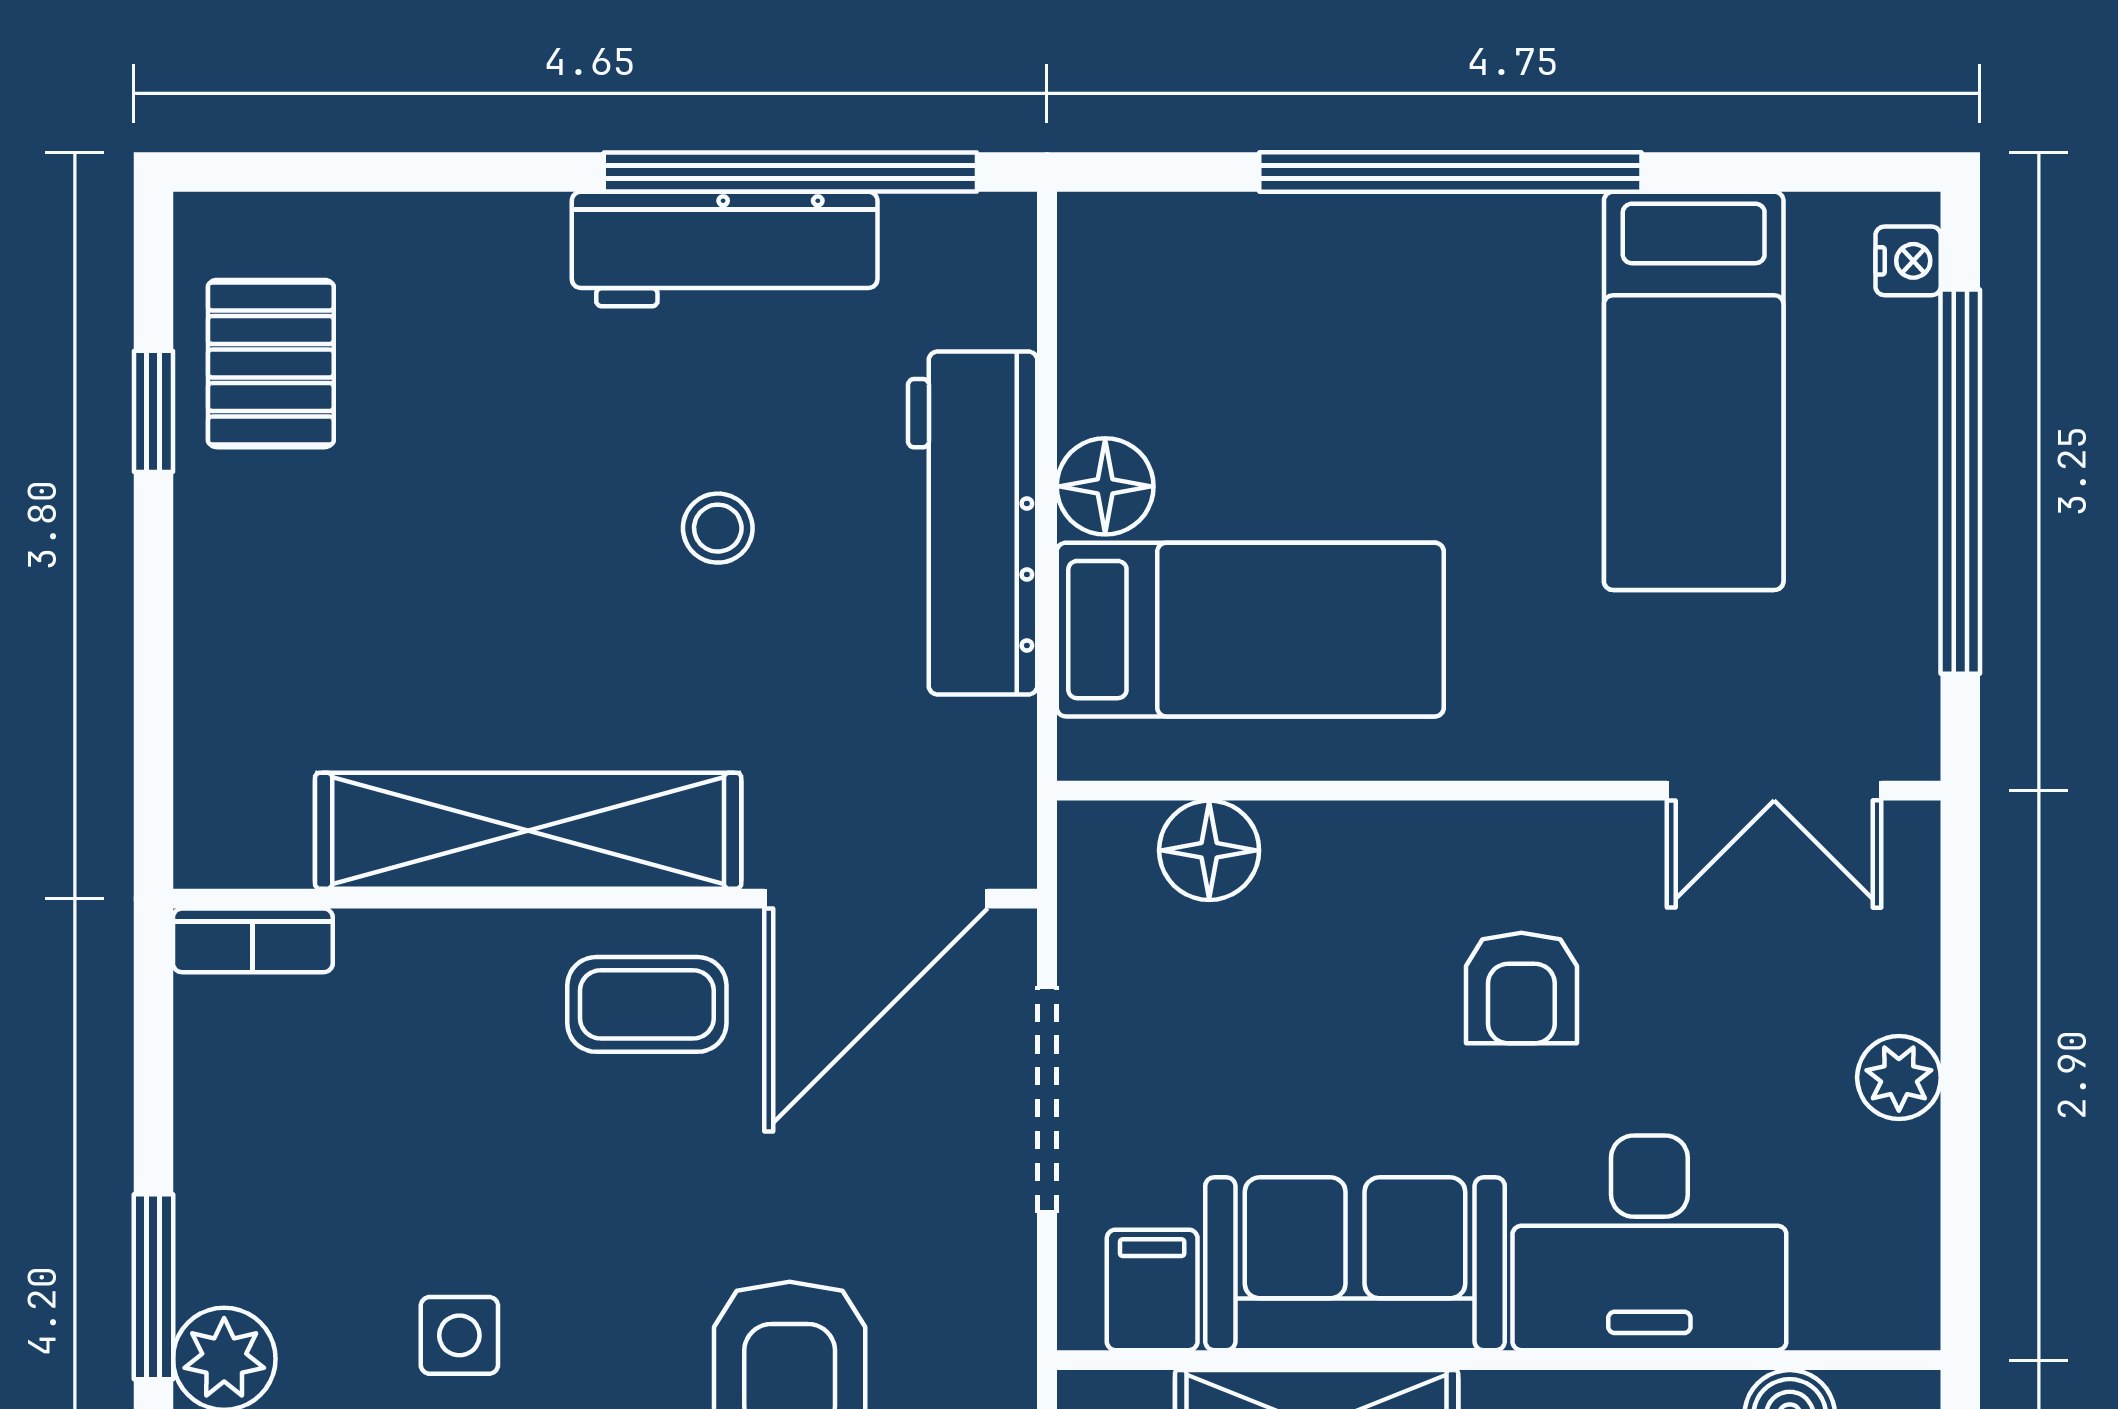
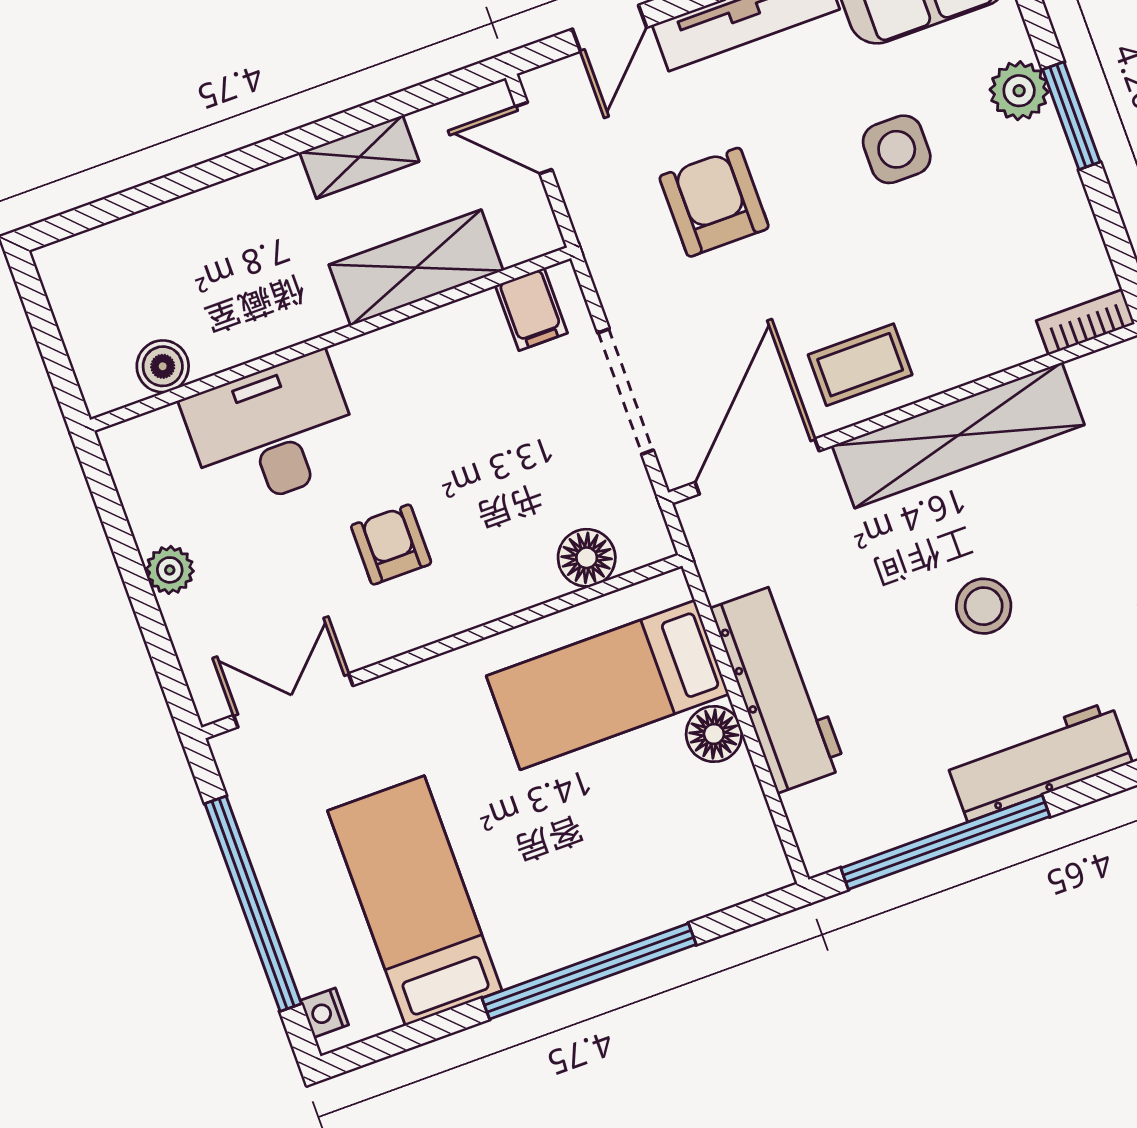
workbench: (725, 249) -> (1039, 761), moved
stool: (718, 528) -> (984, 606), moved, width x1.37, depth x1.37
sofa: (1355, 1264) -> (427, 363), removed
side table: (459, 1335) -> (897, 149), width x1.37, depth x1.37

